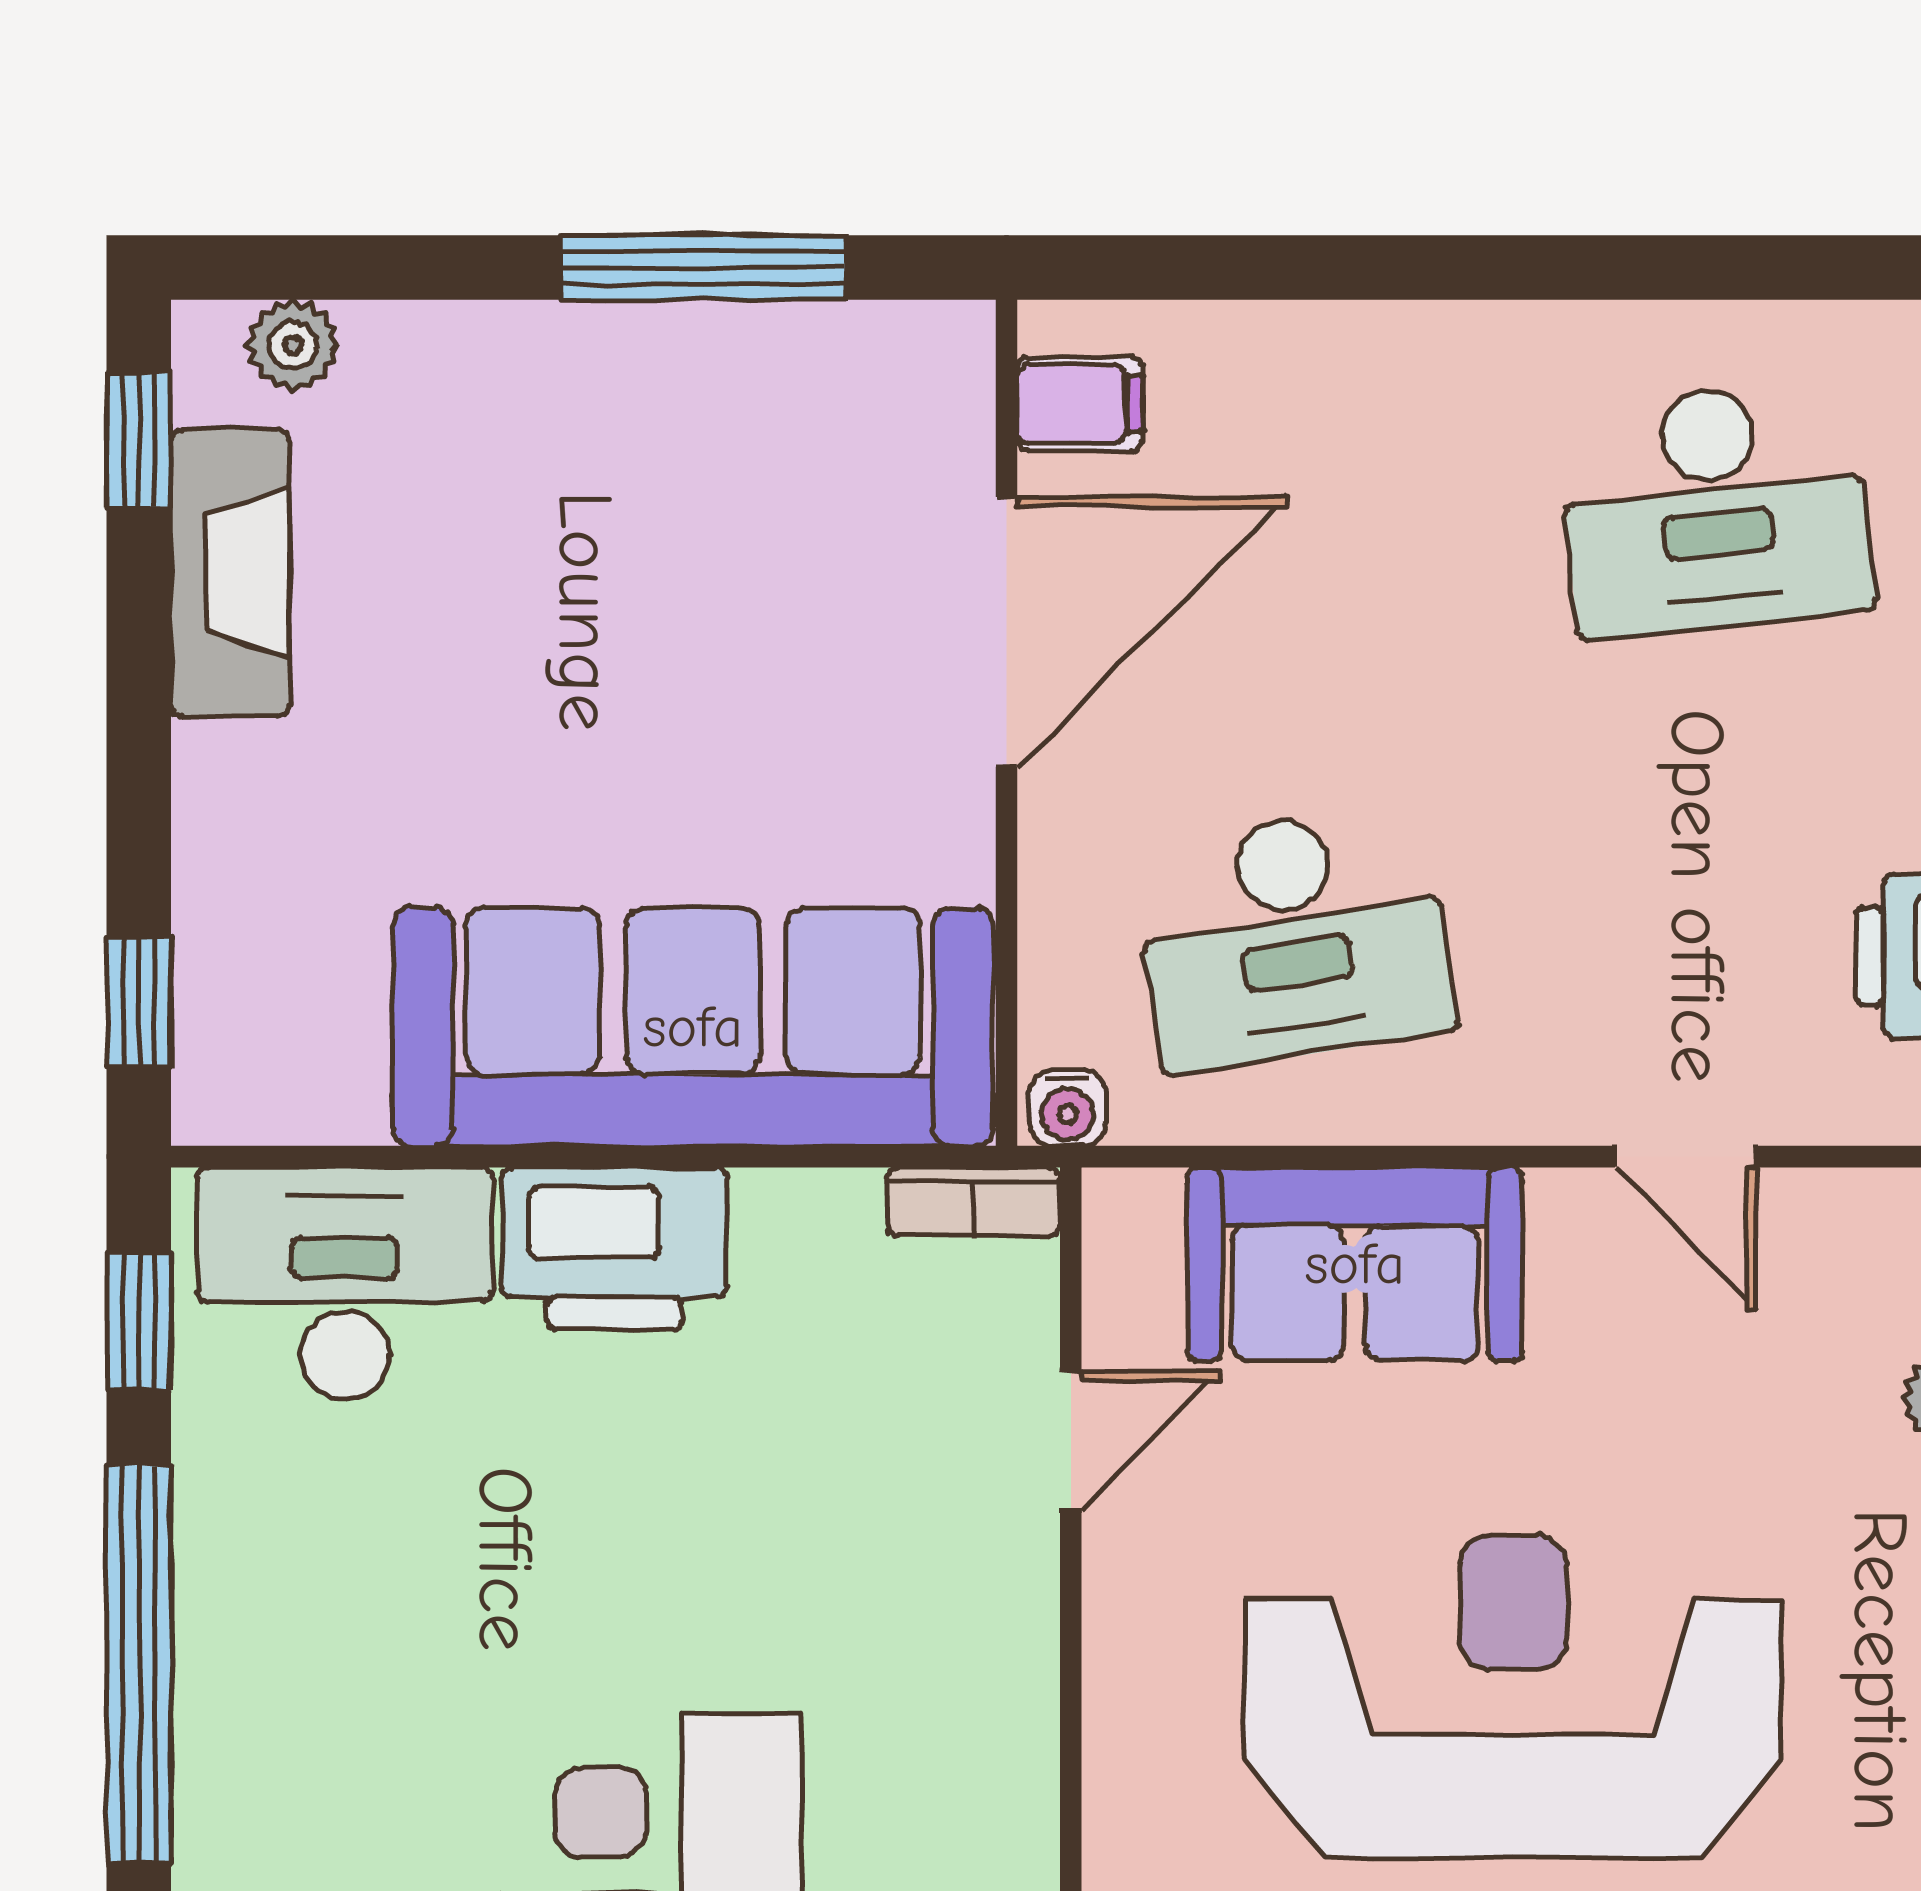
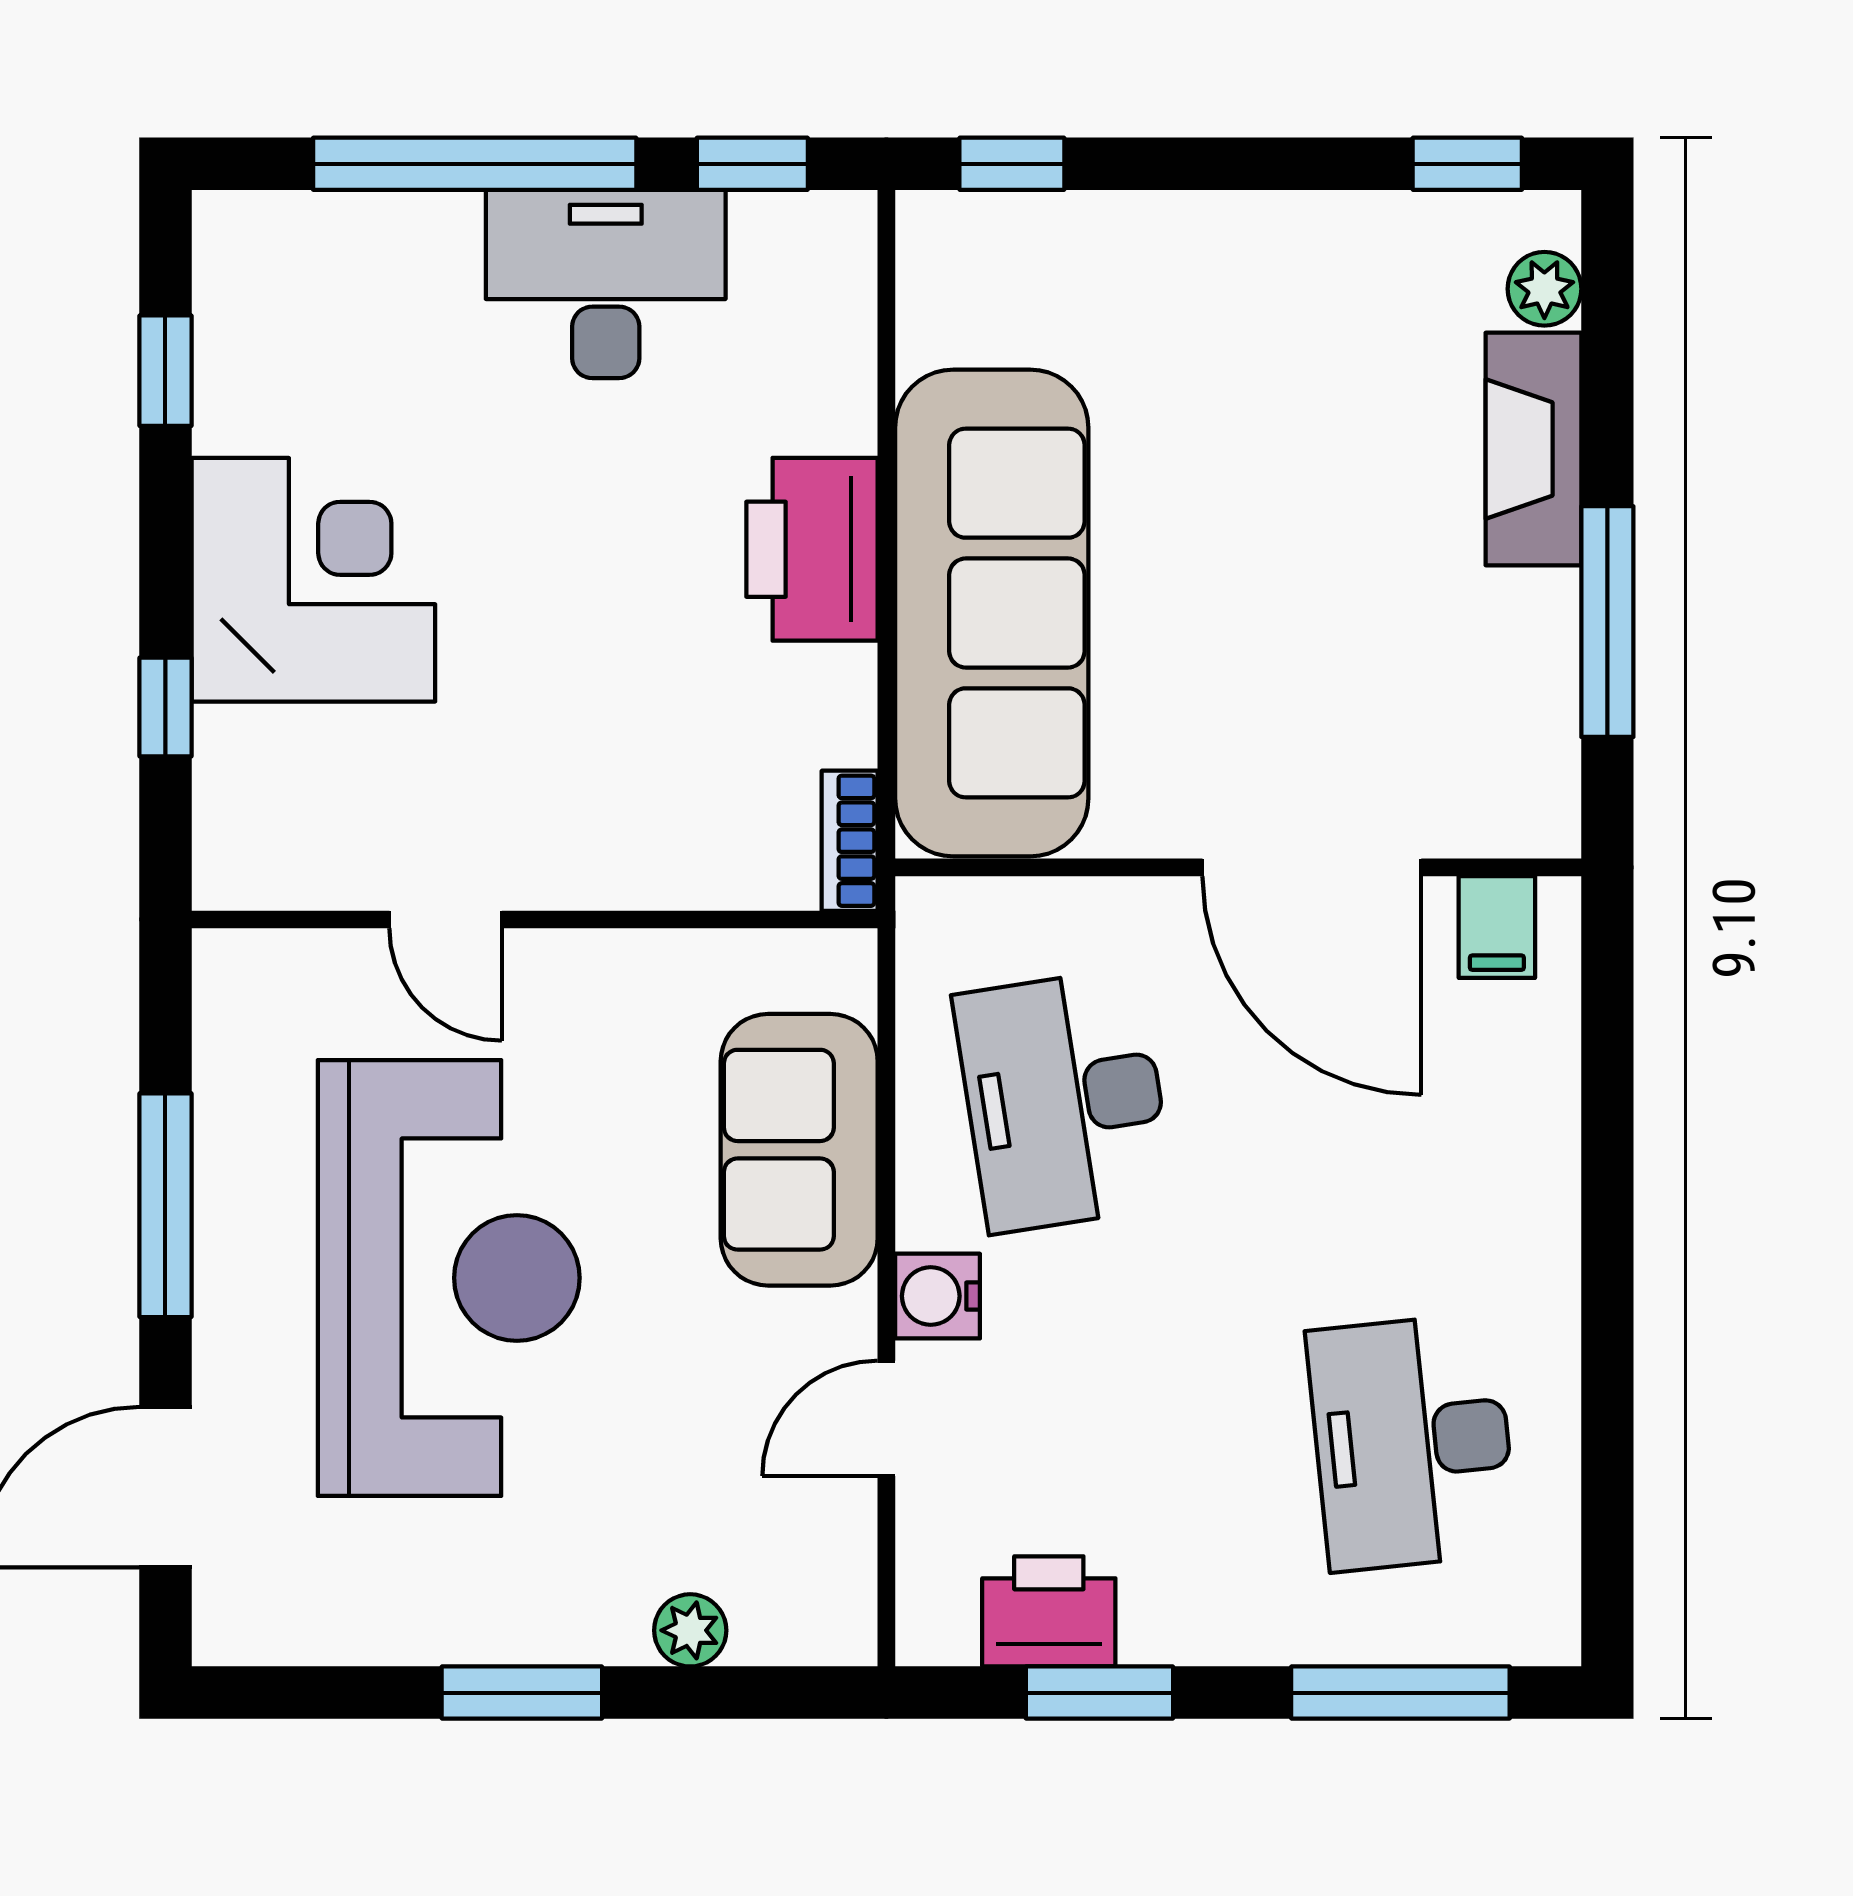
fireplace: (230, 573) -> (1533, 449), moved, turned 90
water cooler: (1068, 1108) -> (938, 1296), moved, width x1.38, depth x1.38
desk: (345, 1283) -> (606, 284), moved, turned -90
door: (1071, 1440) -> (446, 919), moved

